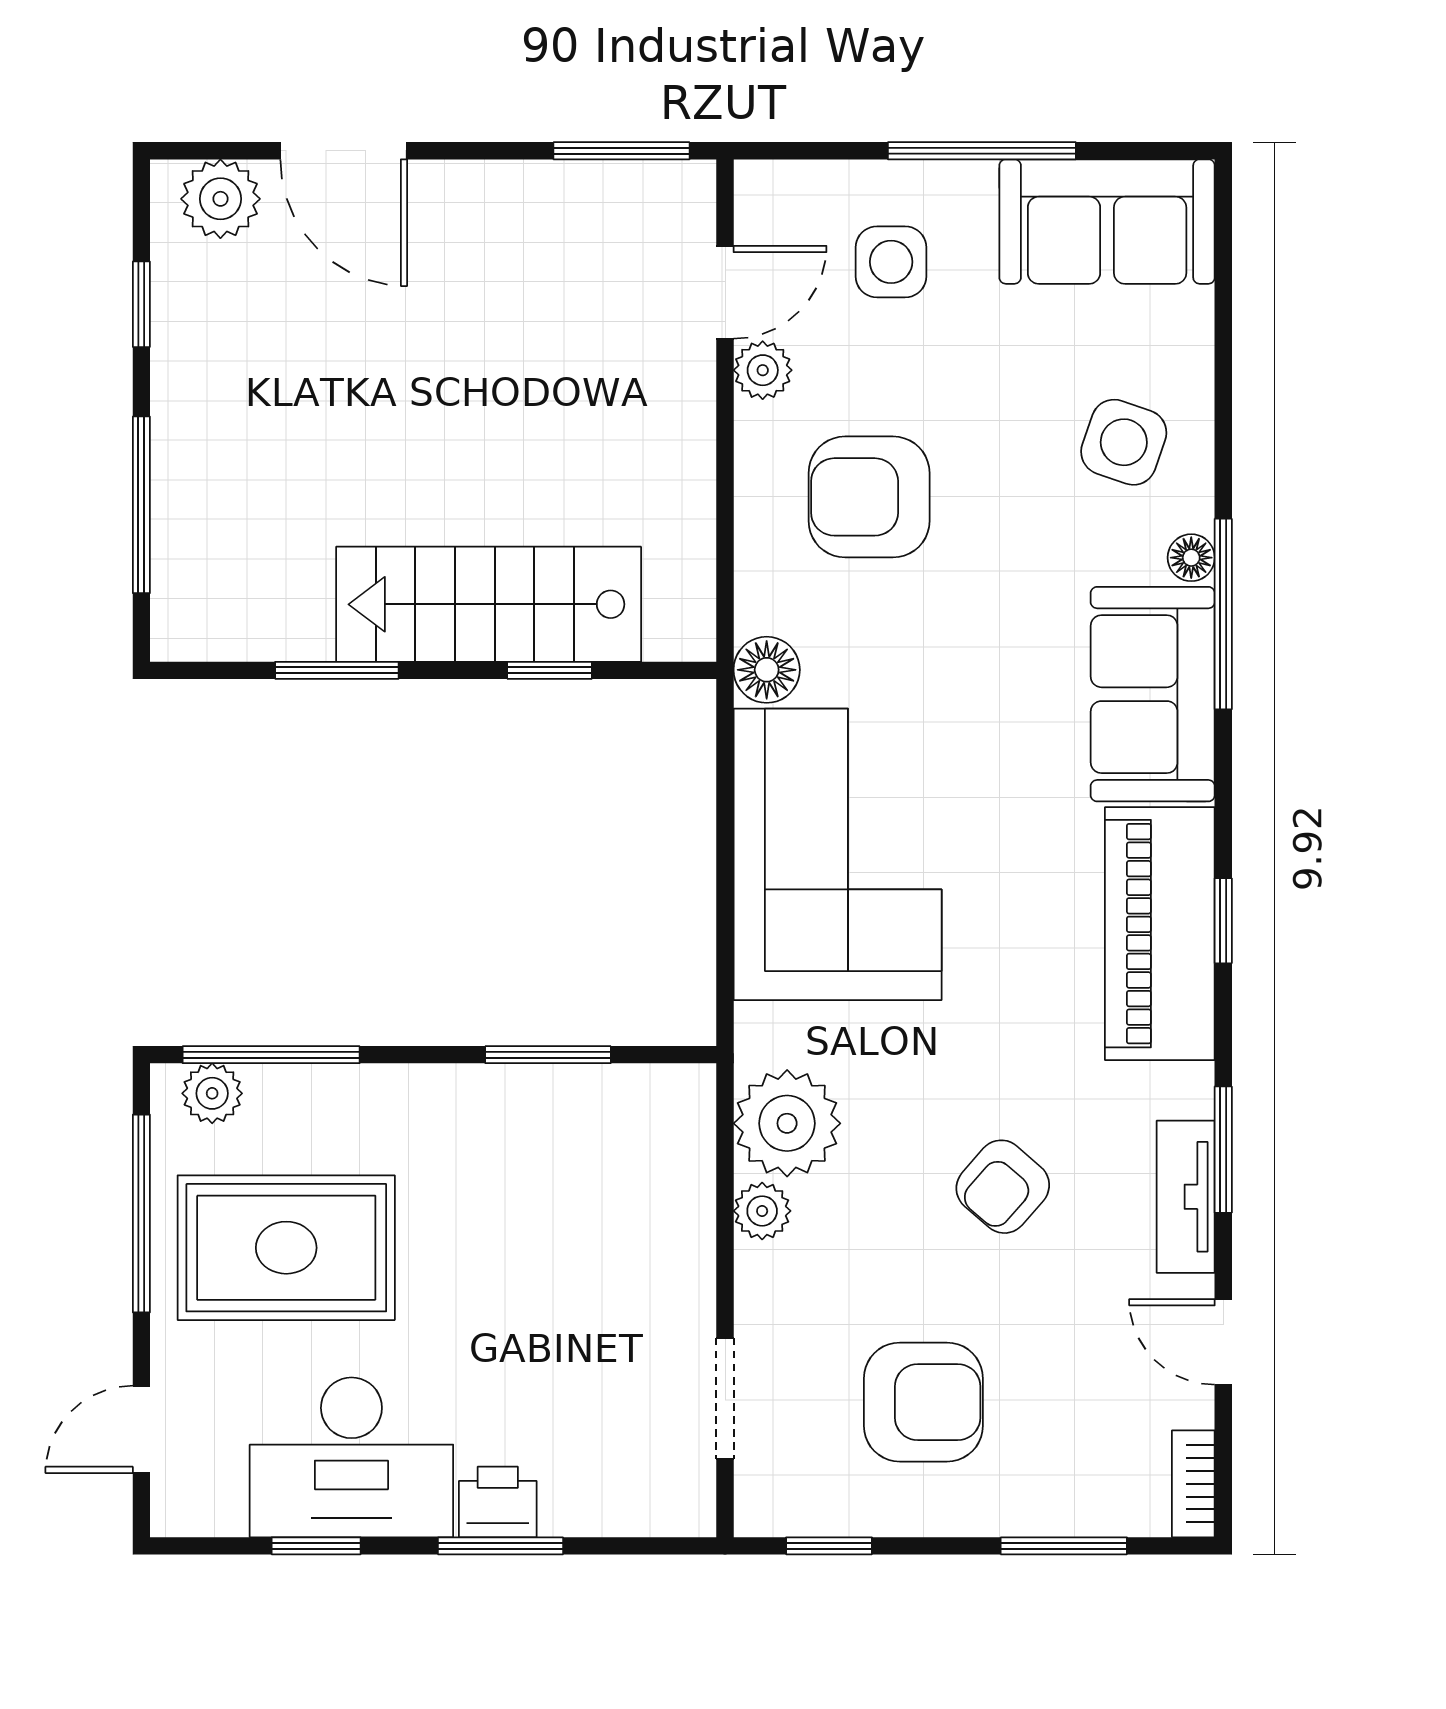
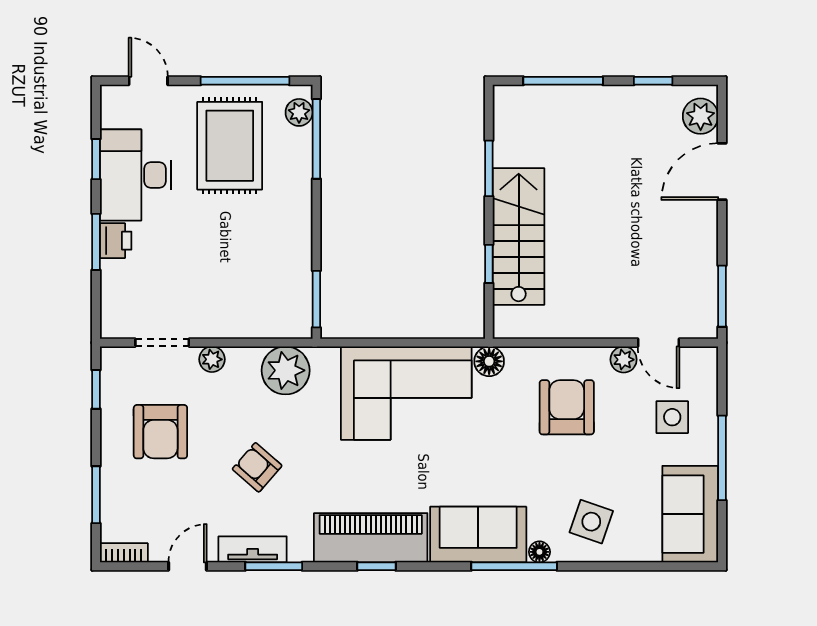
window: (548, 1055) -> (316, 299), moved
plant: (762, 1211) -> (212, 359), moved

